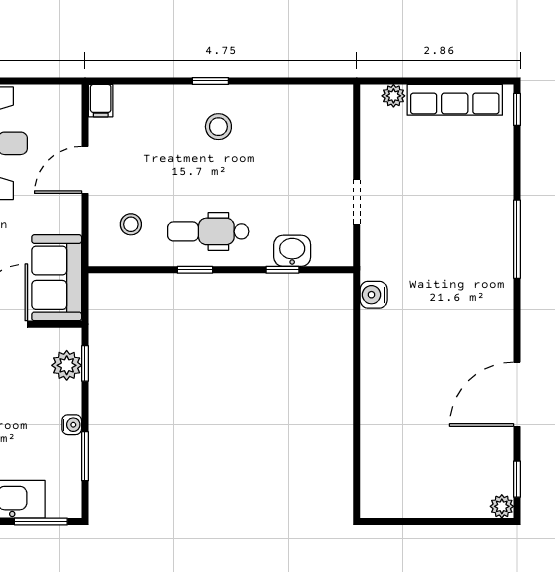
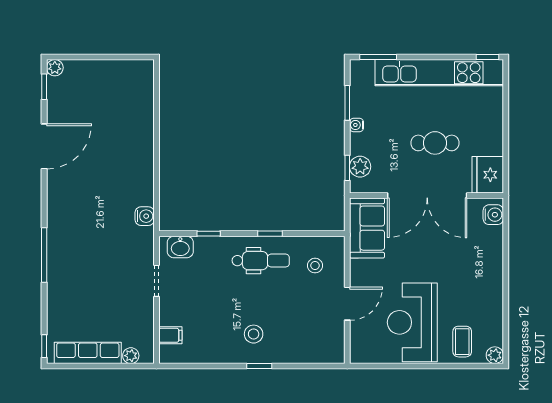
filing cabinet: (101, 101) -> (170, 335), moved, turned 90
washbasin: (292, 251) -> (180, 247), moved

